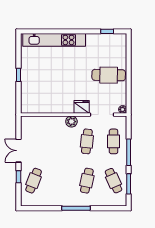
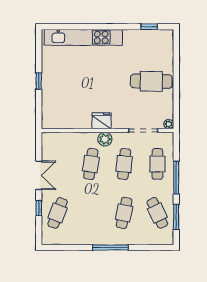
fridge: (82, 107) -> (102, 121), moved
cafe table: (60, 141) -> (91, 164), added
double door: (18, 151) -> (39, 175), swing flipped

